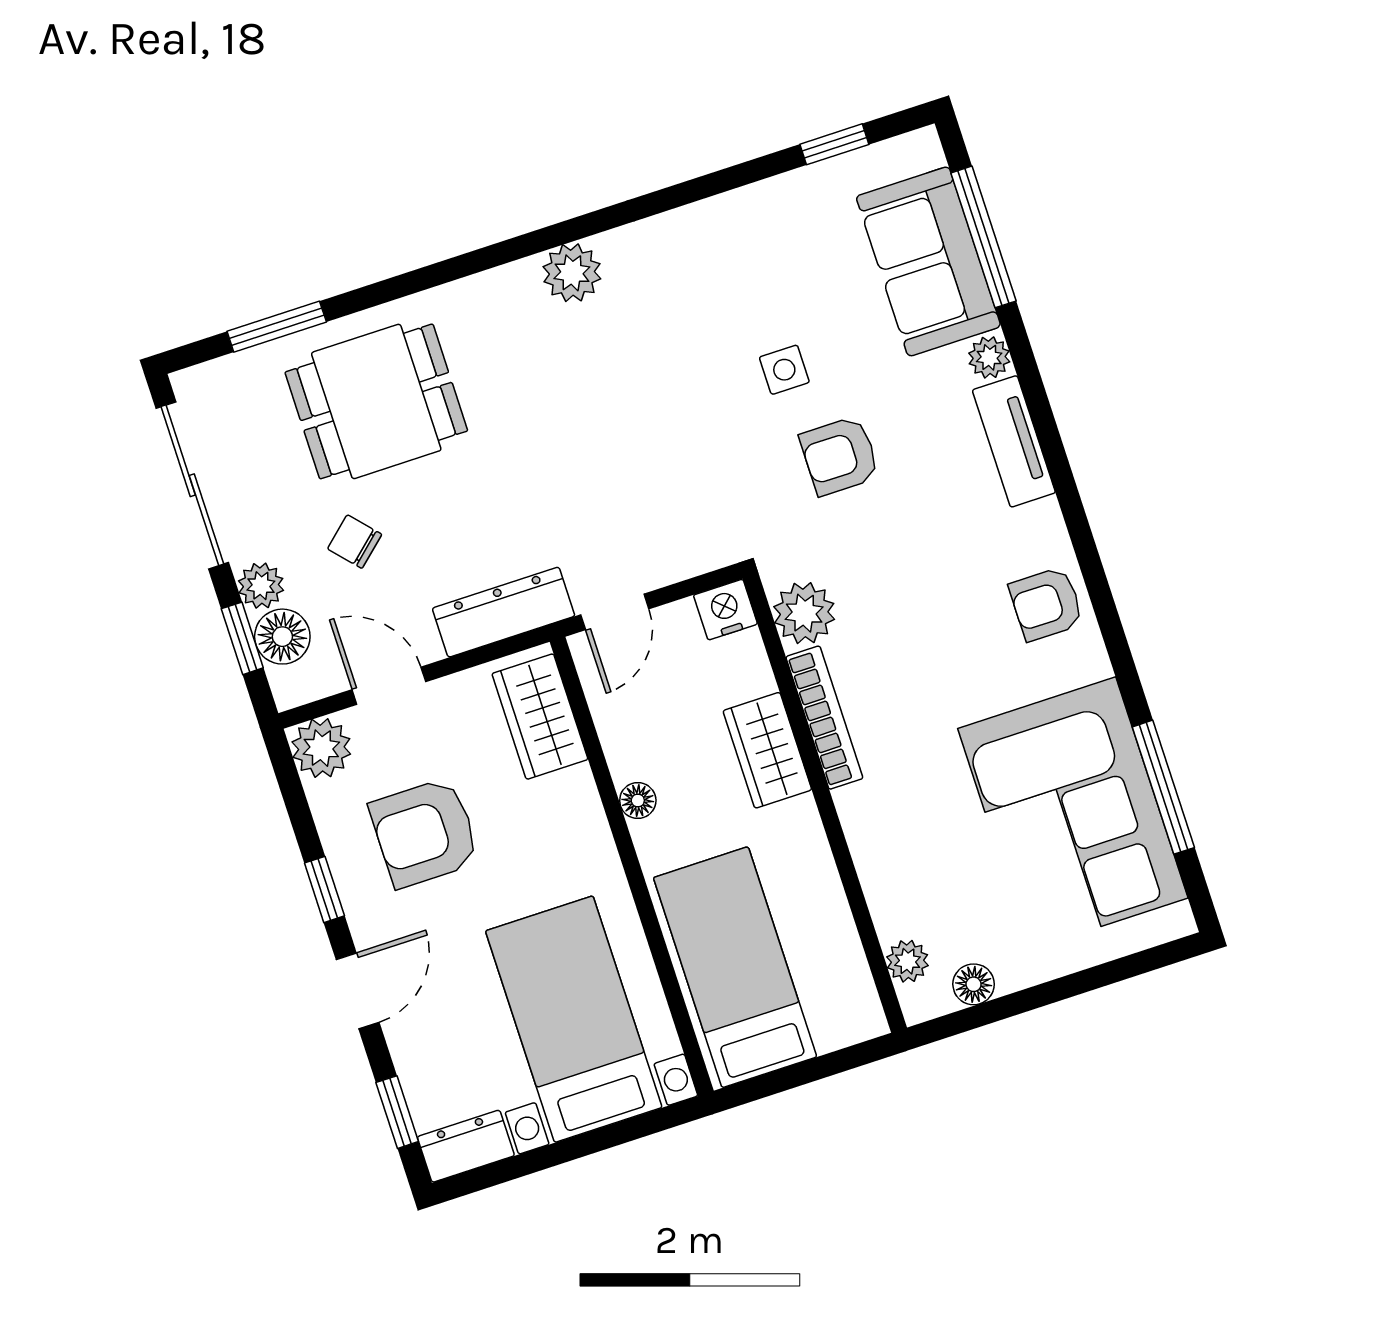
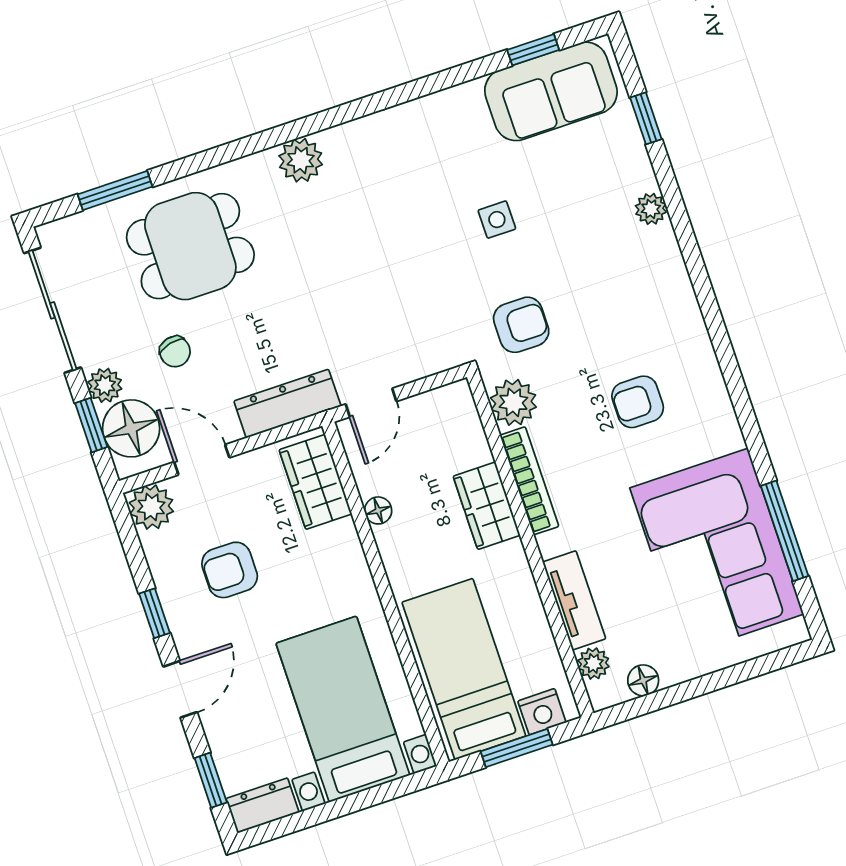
window: (983, 237) -> (646, 118), width x0.46
sofa: (928, 261) -> (551, 91), moved, turned -90
plant: (572, 273) -> (301, 160), moved
tv unit: (1014, 441) -> (574, 600), moved, turned 180
armchair: (840, 456) -> (521, 325), moved, turned 180
chair: (355, 542) -> (175, 352), turned -152
armchair: (1046, 604) -> (638, 402), moved
nightstand: (725, 610) -> (542, 712), moved, turned 180
floor lamp: (282, 637) -> (131, 428), width x1.38, depth x1.38
floor lamp: (638, 801) -> (378, 510), moved
armchair: (425, 833) -> (230, 570), width x0.72, depth x0.72
window: (804, 1073) -> (517, 748), added

